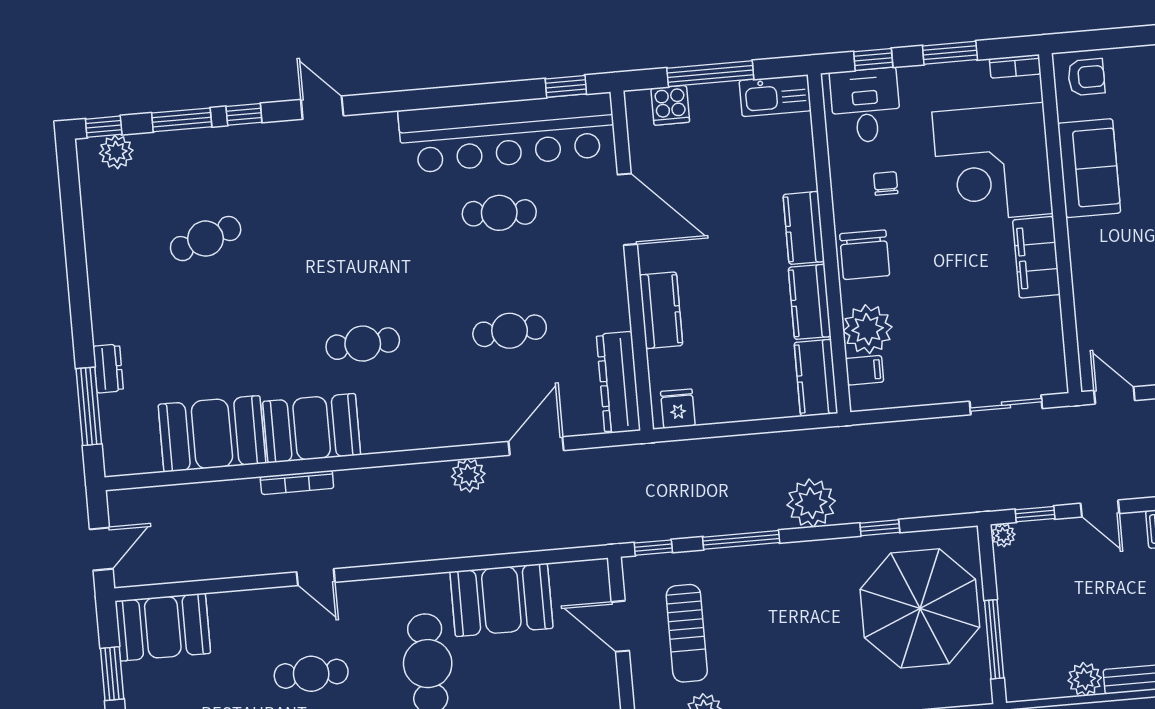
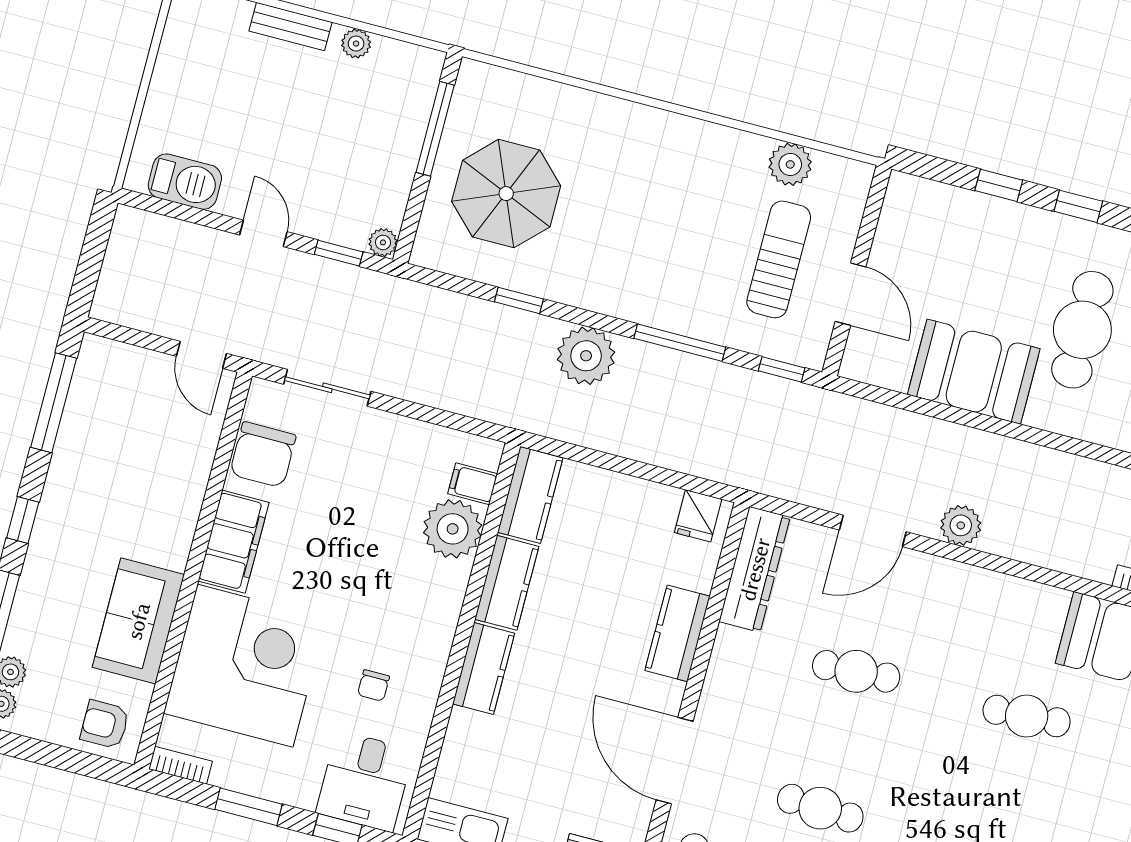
chair: (865, 255) -> (263, 455), moved, turned 180
parasol: (920, 608) -> (506, 194), width x0.73, depth x0.73
plant: (1085, 679) -> (356, 44), width x0.73, depth x0.73

